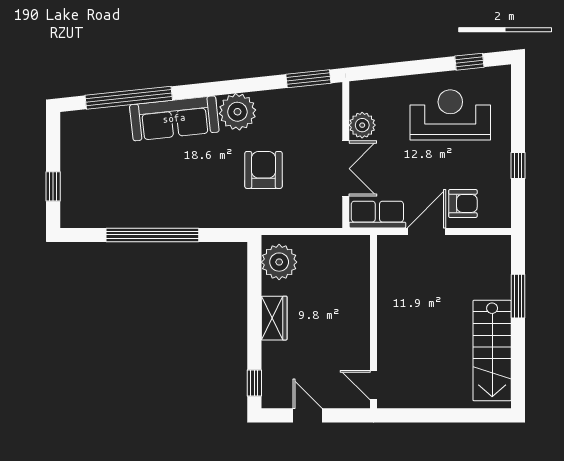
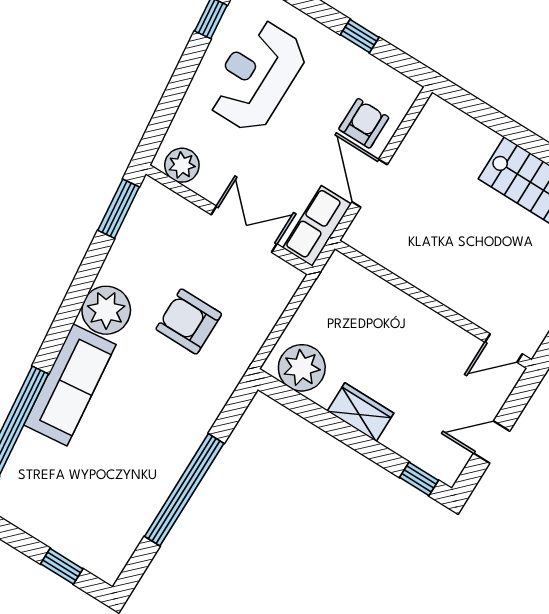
plant: (362, 125) -> (182, 165), moved
window: (518, 296) -> (505, 126), removed

